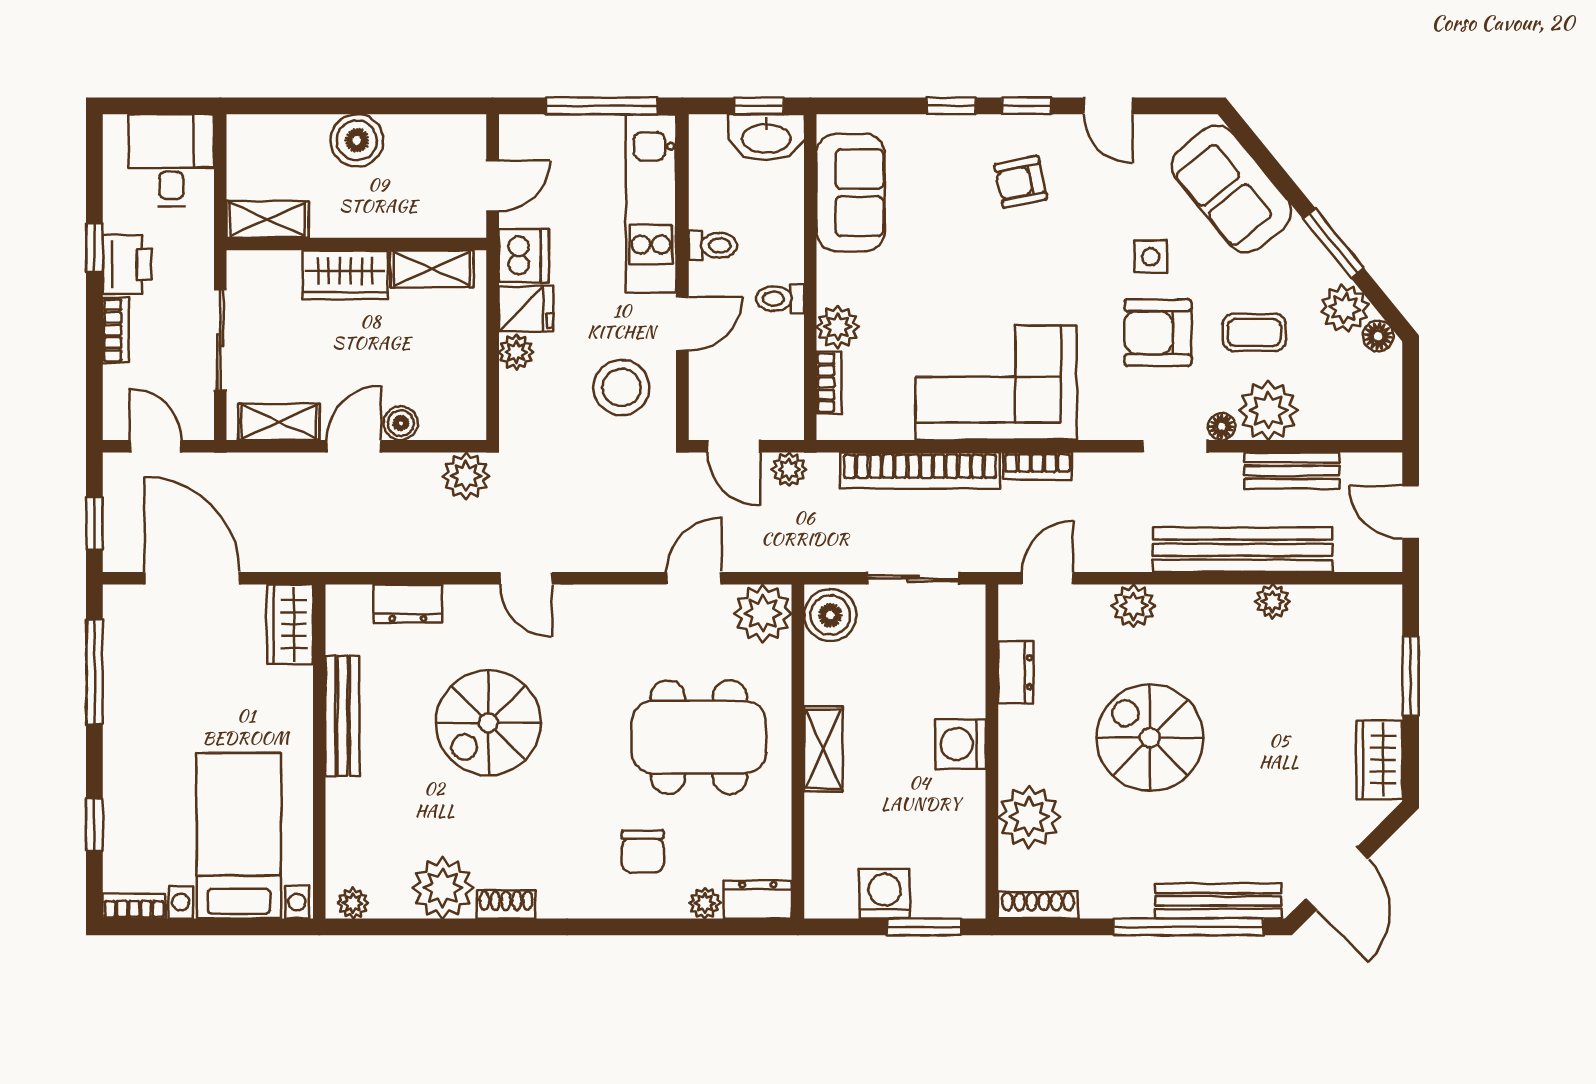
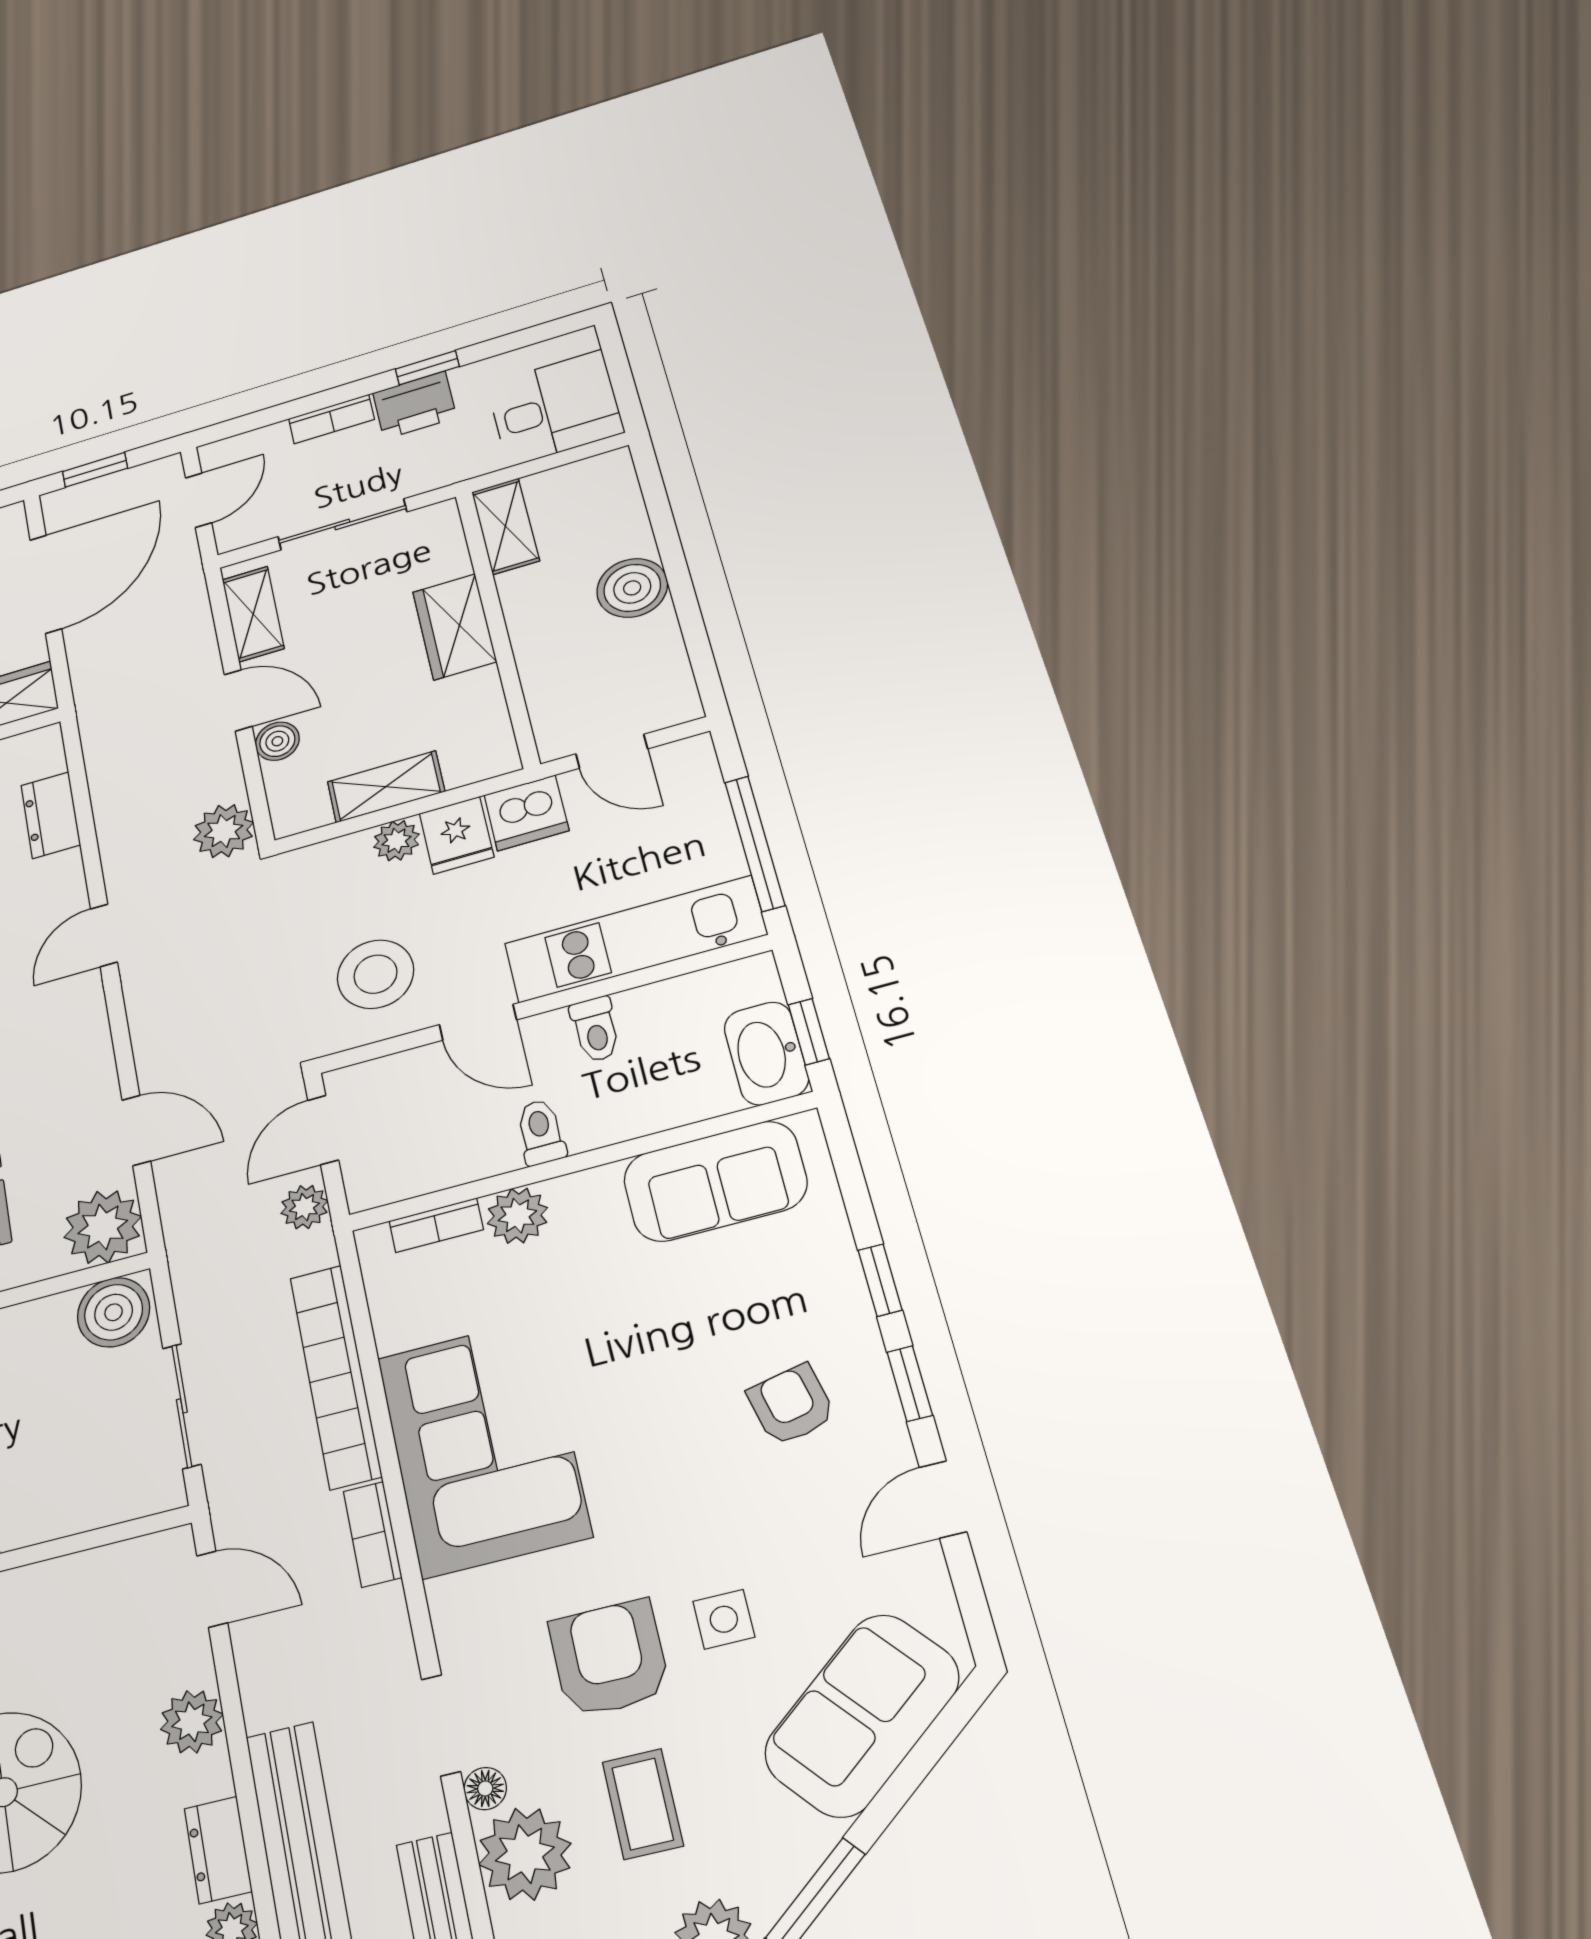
shelving: (432, 269) -> (386, 787), moved, turned 90
dresser: (1016, 672) -> (218, 1850), moved, turned 90

